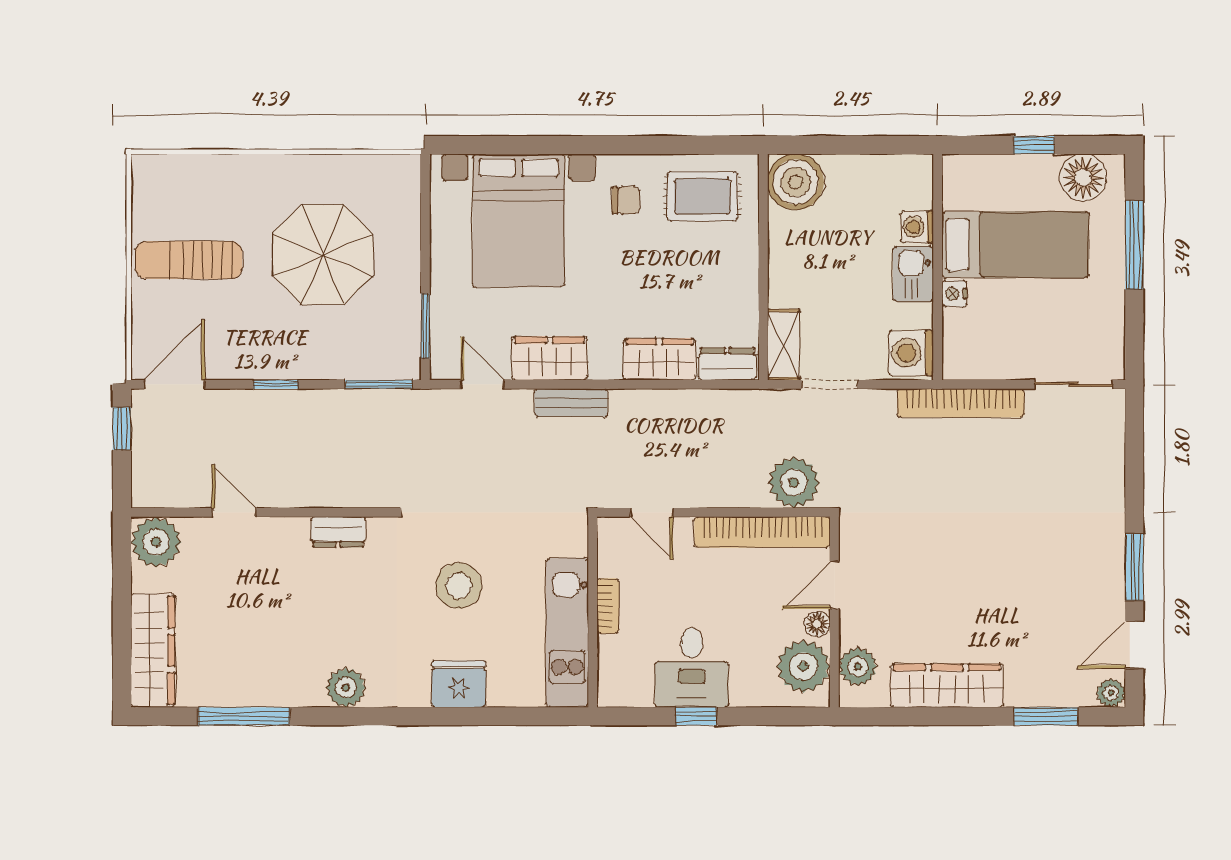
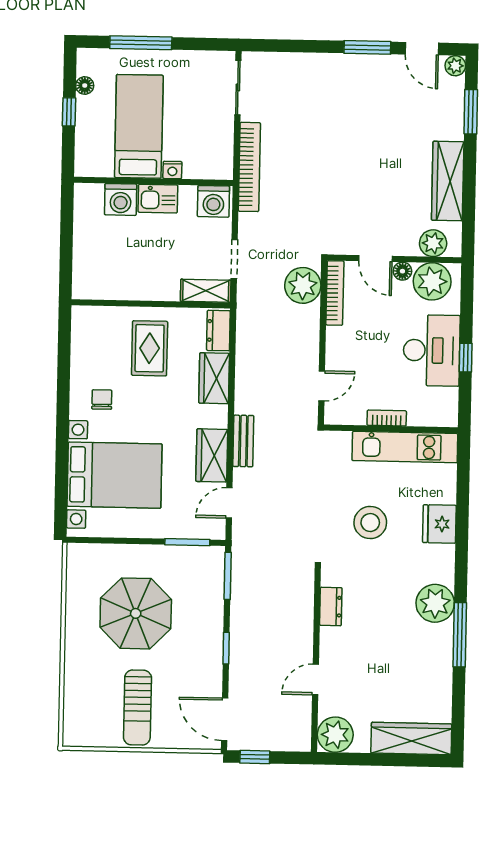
floor lamp: (1083, 178) -> (85, 85), width x0.53, depth x0.53
boiler: (796, 182) -> (92, 280), removed
rug: (702, 196) -> (150, 348), moved
washing machine: (917, 227) -> (121, 199), width x1.38, depth x1.38
bookcase: (762, 532) -> (335, 293), width x0.68, depth x0.76
desk: (692, 668) -> (432, 350), width x1.37
plant: (346, 687) -> (435, 603), width x1.36, depth x1.36
window: (244, 716) -> (460, 635), moved

